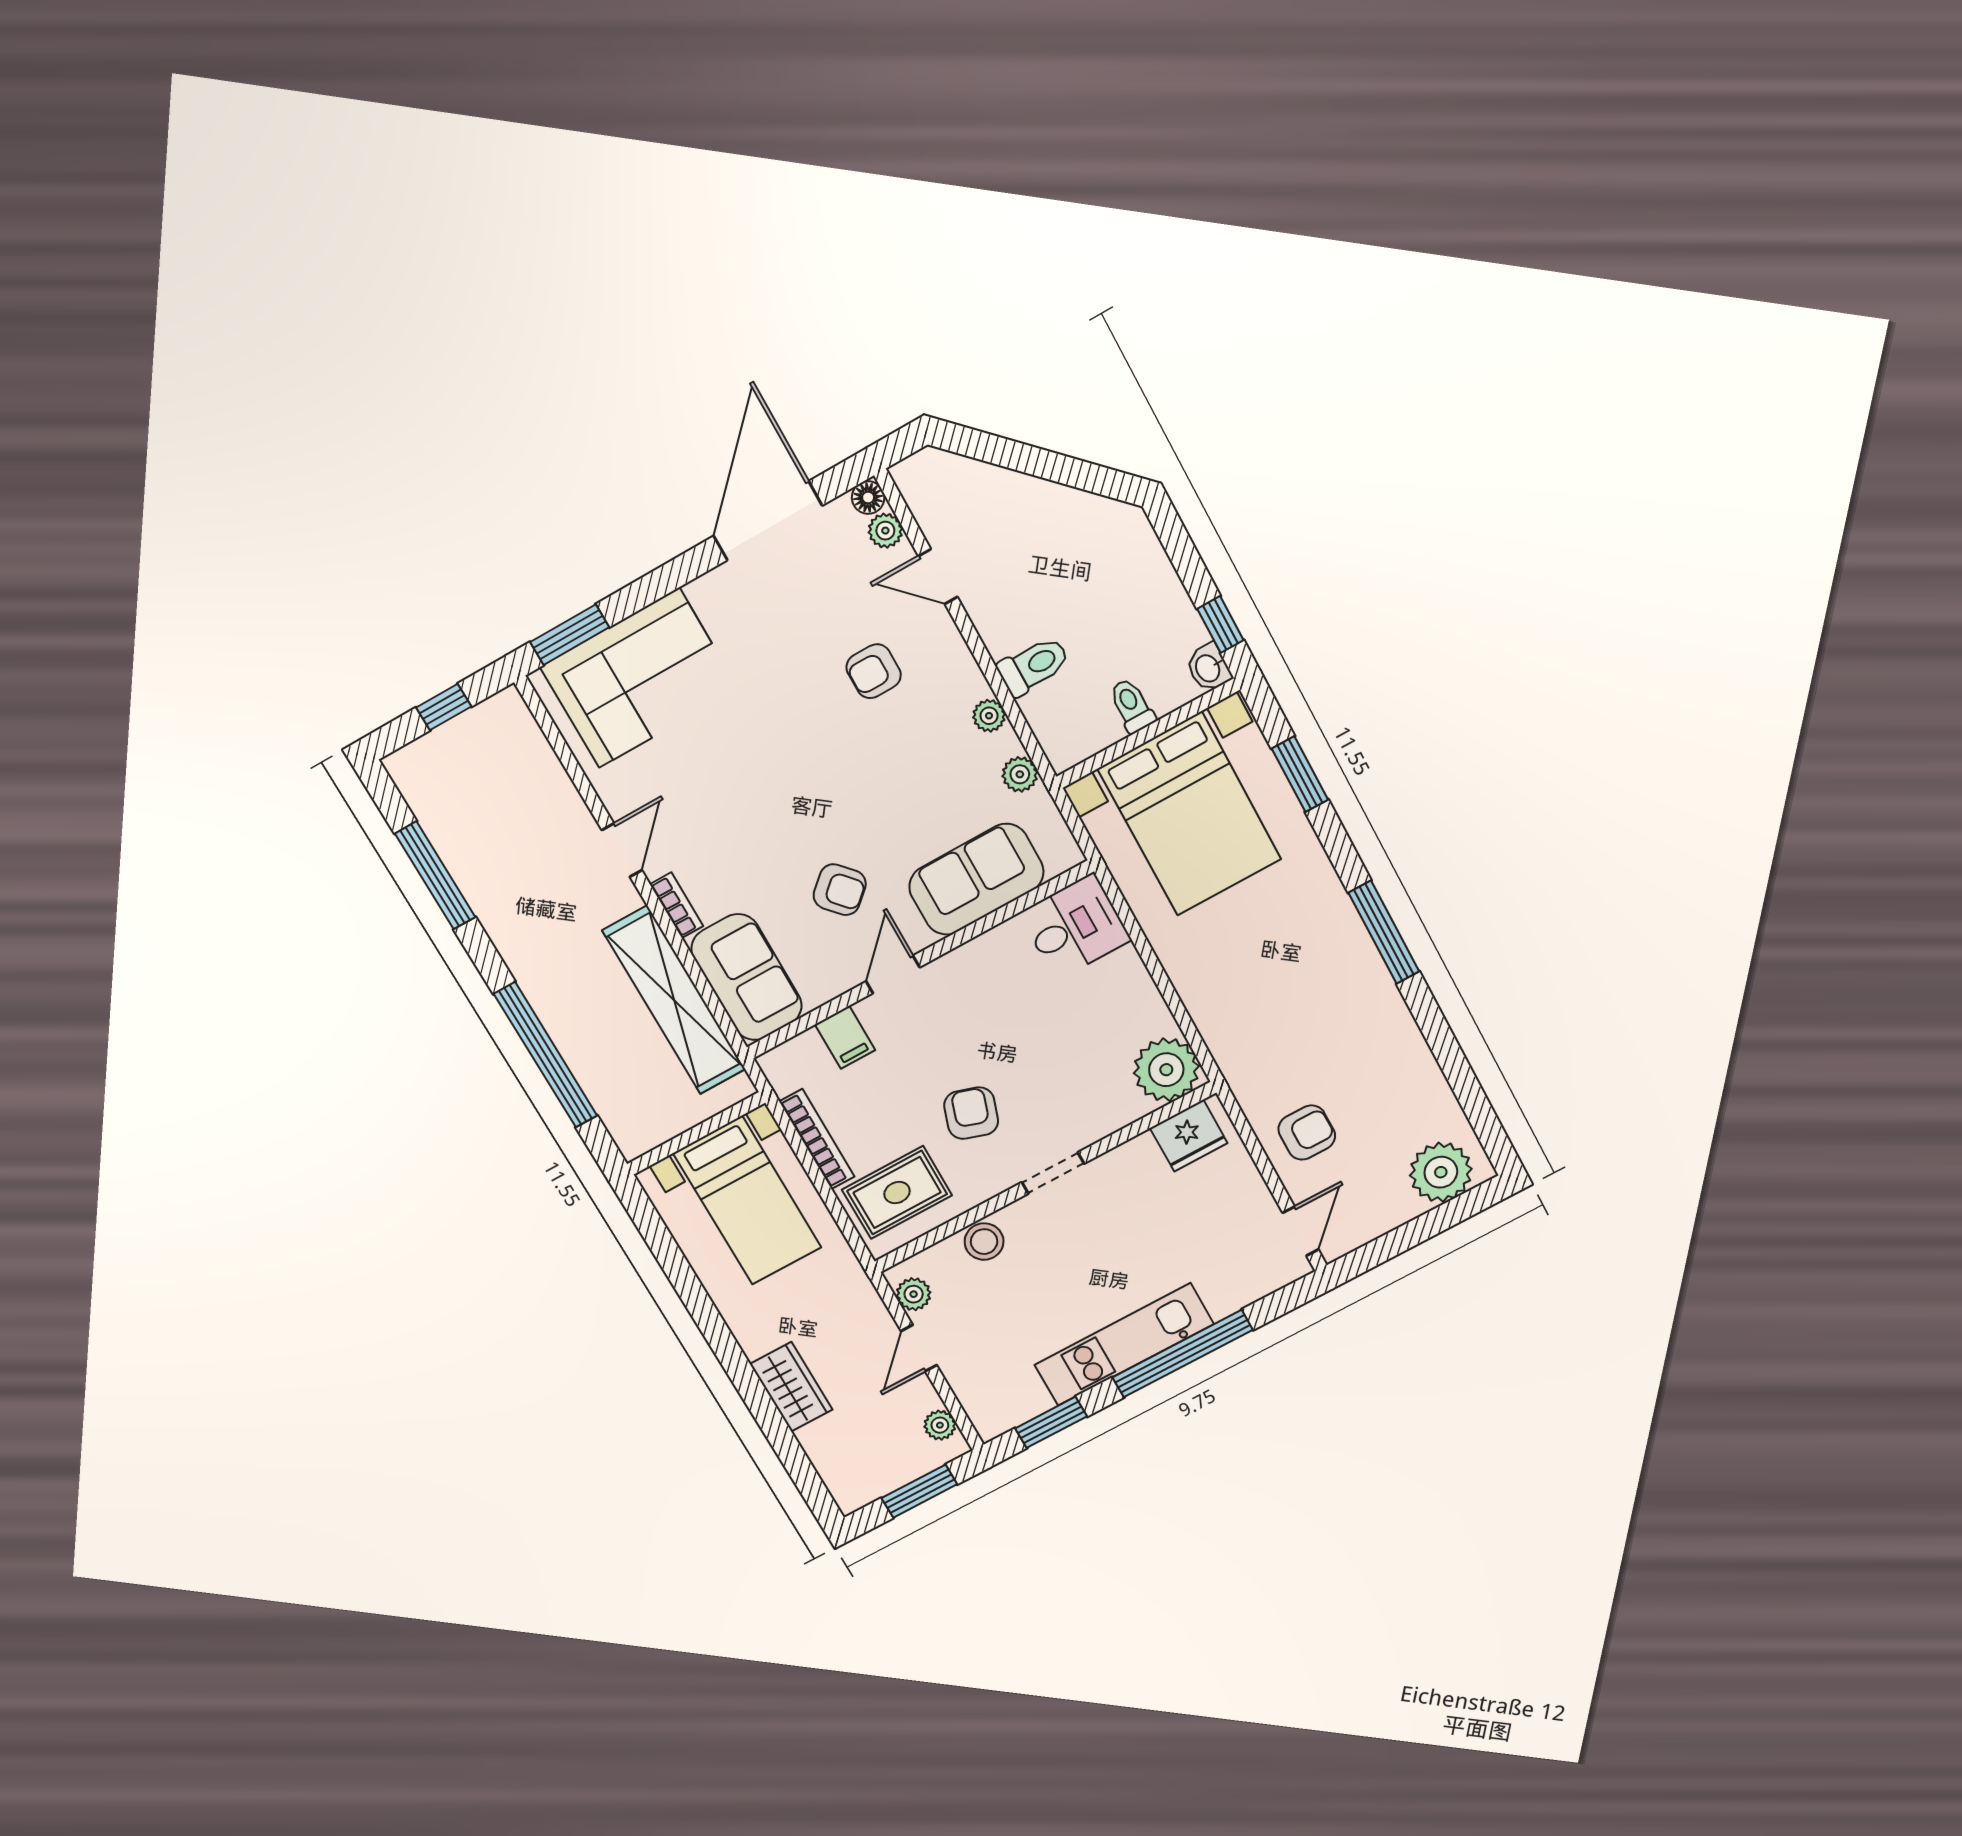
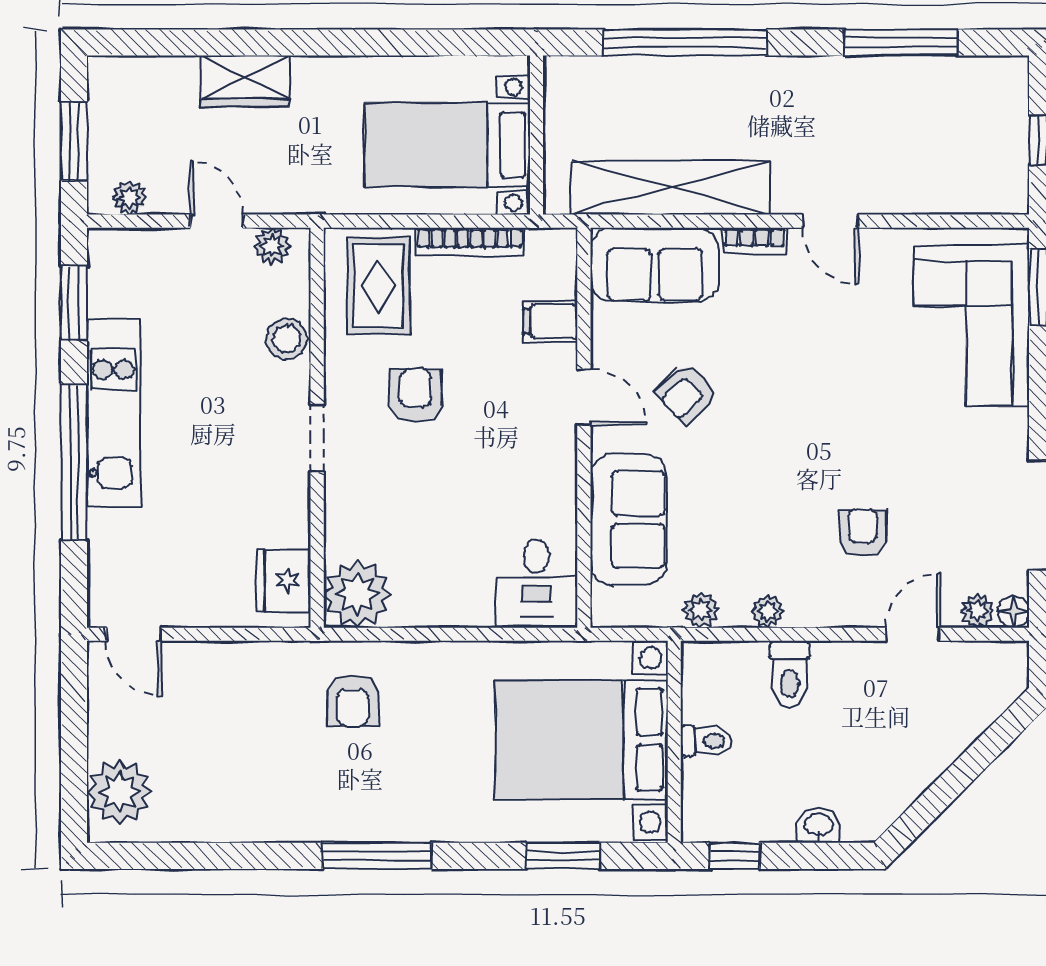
washbasin: (1209, 668) -> (819, 825), moved
armchair: (971, 1113) -> (416, 395), turned -108
armchair: (1307, 1133) -> (353, 701), moved

